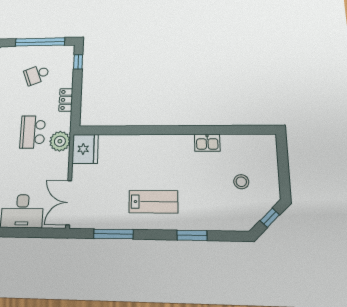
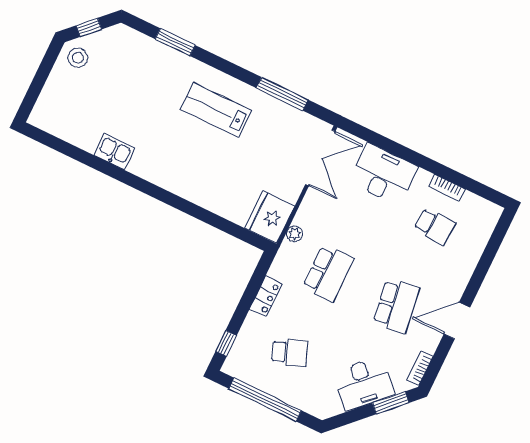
plant: (60, 141) -> (295, 234), width x0.53, depth x0.53
stool: (241, 182) -> (78, 58), moved
window: (192, 235) -> (175, 42), moved

